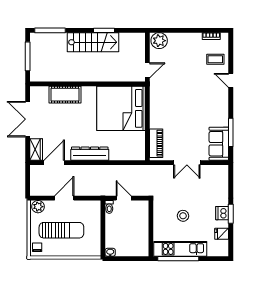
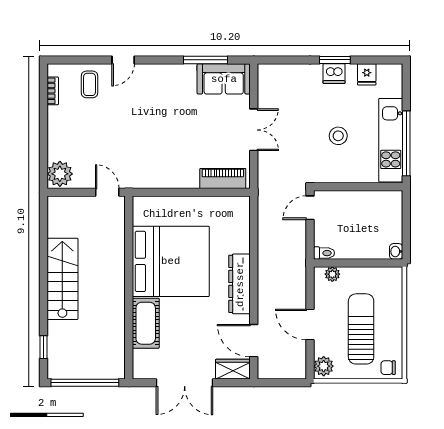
window: (50, 30) -> (43, 347), width x0.46
window: (104, 30) -> (43, 261), removed
window: (28, 56) -> (85, 383), width x1.46
bed: (121, 108) -> (171, 261), moved, turned -90
door: (124, 198) -> (310, 208), moved
plant: (96, 212) -> (332, 274), added

